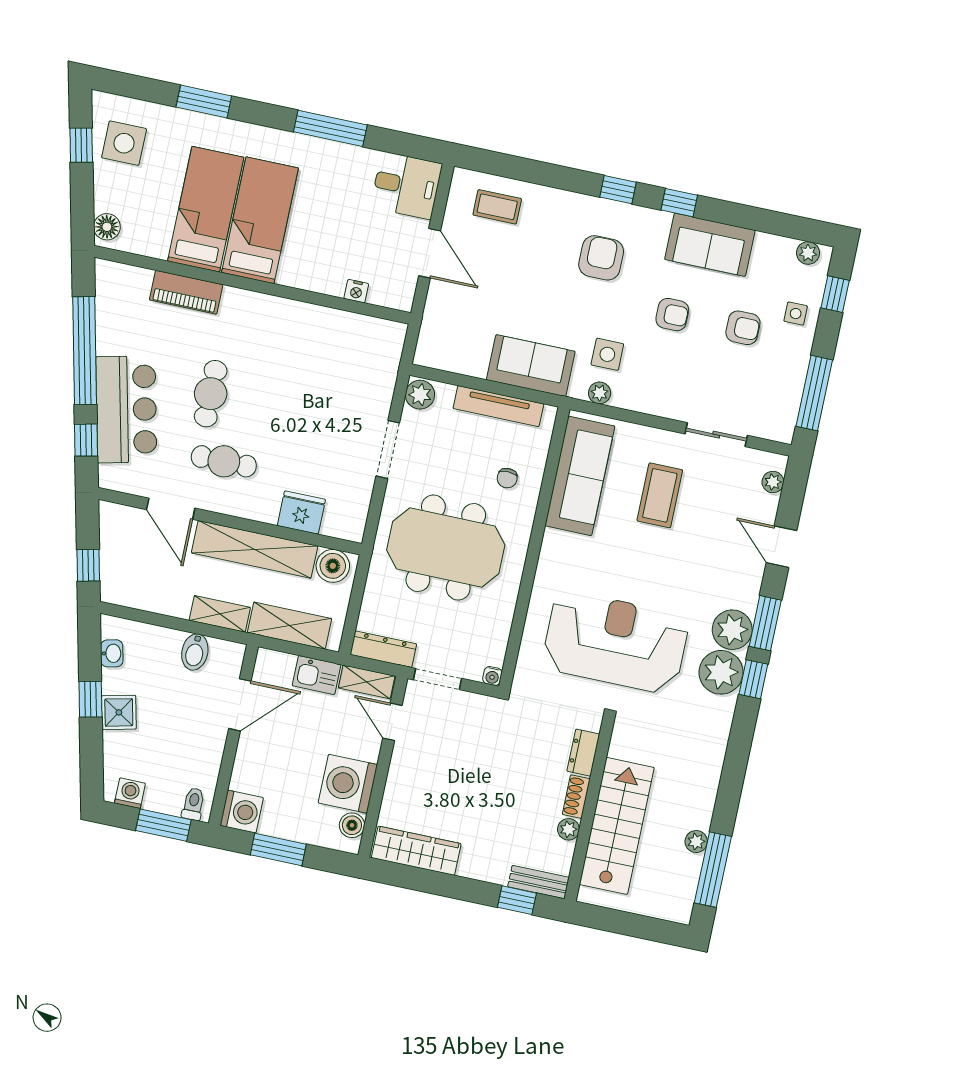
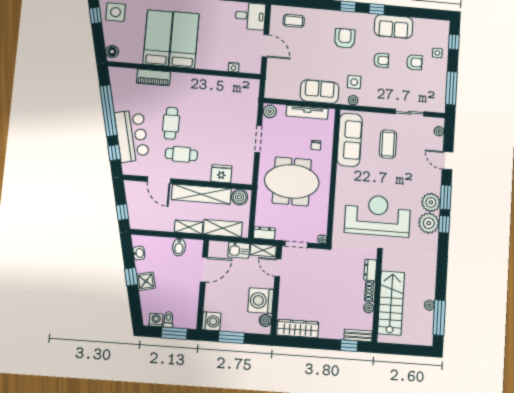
plant: (808, 253) -> (439, 25), removed
dresser: (383, 649) -> (264, 233), width x0.70
toilet: (193, 804) -> (168, 320), moved

